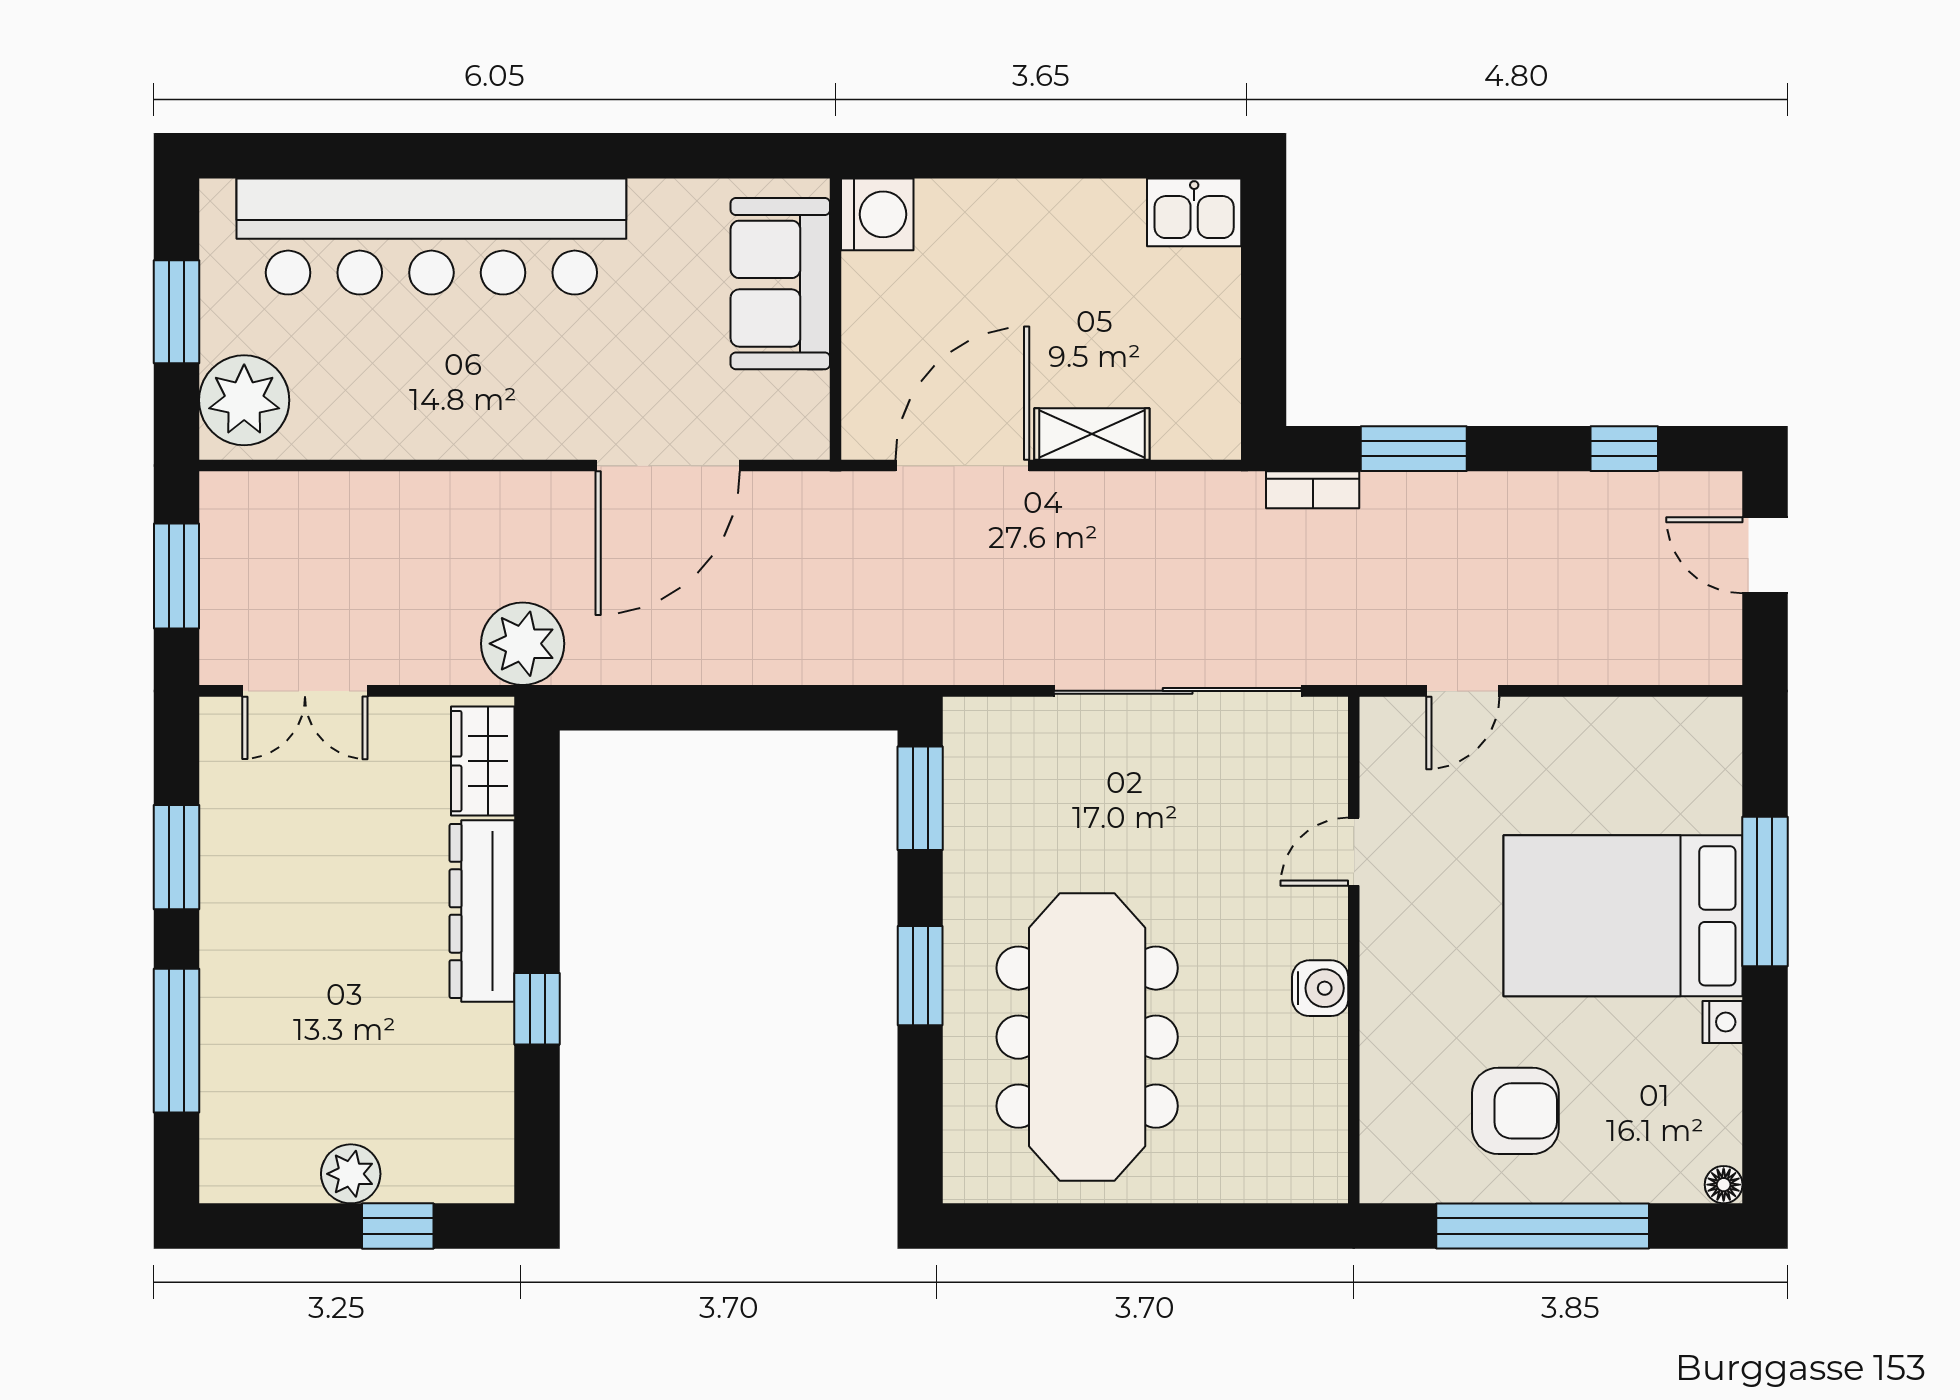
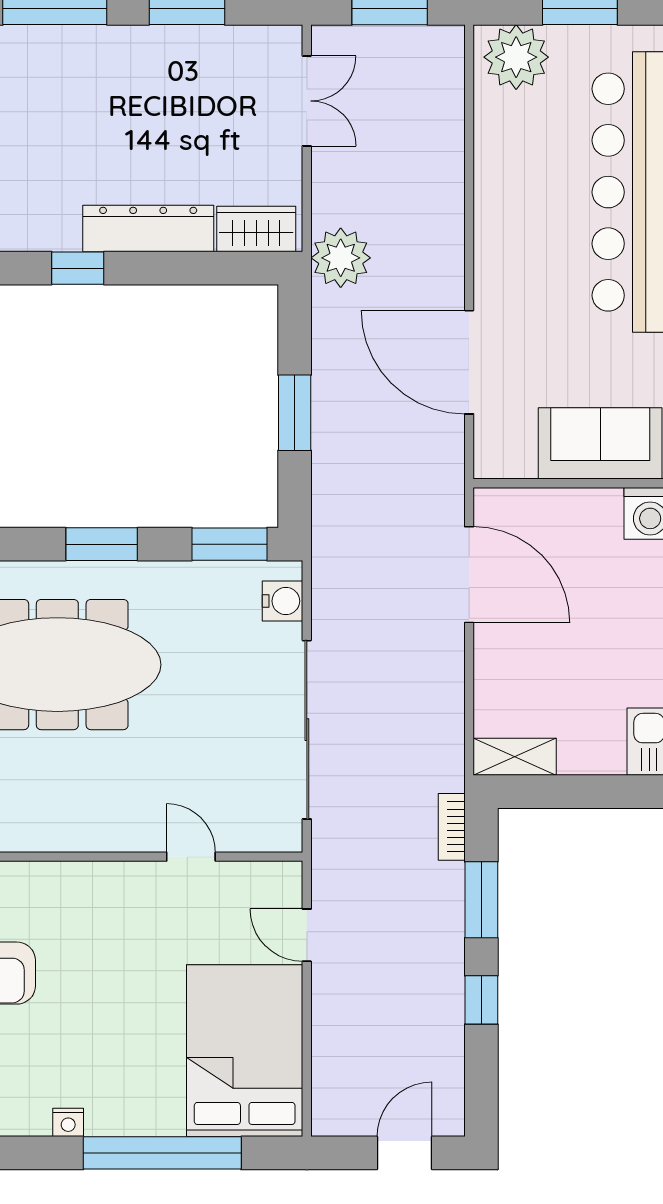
shelving: (1092, 434) -> (515, 757), moved, turned 90
window: (1624, 449) -> (481, 1000), moved
double door: (305, 691) -> (307, 101), swing flipped
window: (738, 708) -> (295, 413), added
window: (1765, 892) -> (162, 1153), width x1.46
bed: (1623, 916) -> (245, 1051), moved
water cooler: (1320, 988) -> (283, 601), moved, turned -90

